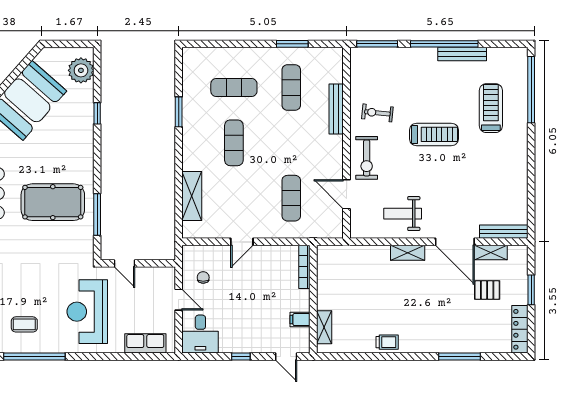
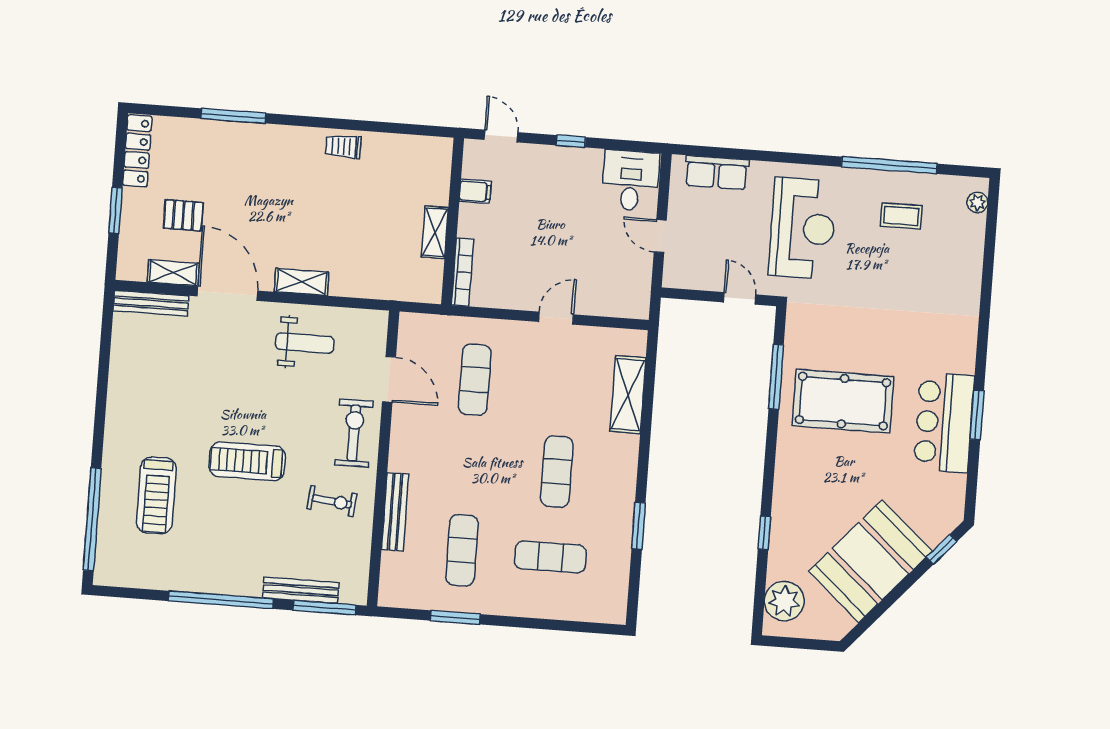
bench: (462, 54) -> (301, 590), moved
chair: (203, 277) -> (620, 268), removed
shelving: (324, 327) -> (435, 232), moved

